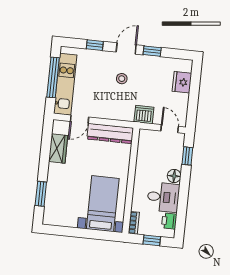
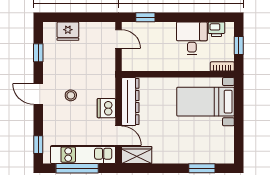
window: (95, 45) -> (38, 145), moved
window: (152, 51) -> (38, 53), moved
dishwasher: (144, 115) -> (106, 108), moved
door: (170, 129) -> (119, 39), swing flipped
wardrobe: (58, 148) -> (137, 155), moved
floor lamp: (174, 176) -> (168, 29), removed

